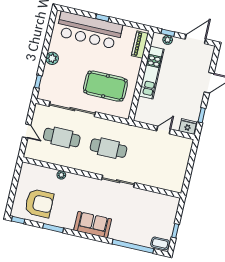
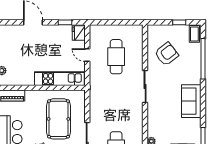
kitchen unit: (151, 73) -> (59, 79), moved
cafe table: (108, 148) -> (116, 57), moved
armchair: (146, 211) -> (167, 54), added

